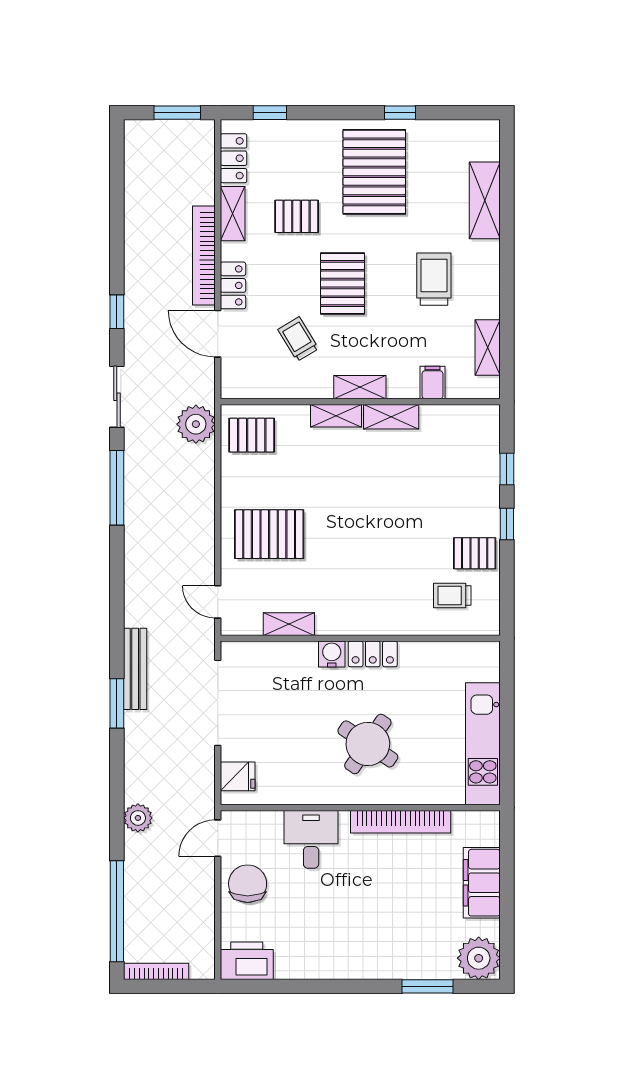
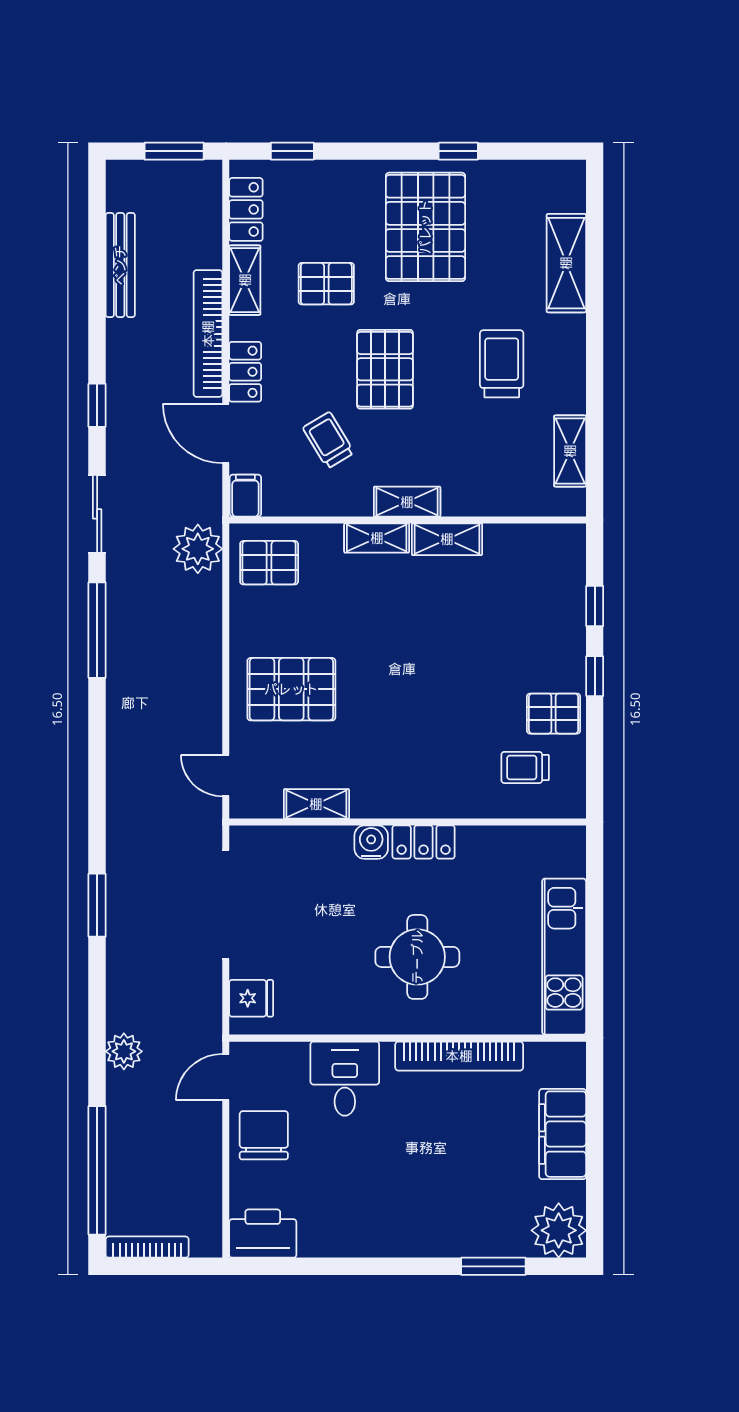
filing cabinet: (432, 382) -> (245, 496), moved
bench: (135, 669) -> (120, 265), moved
round table: (368, 744) -> (417, 957), turned -34

